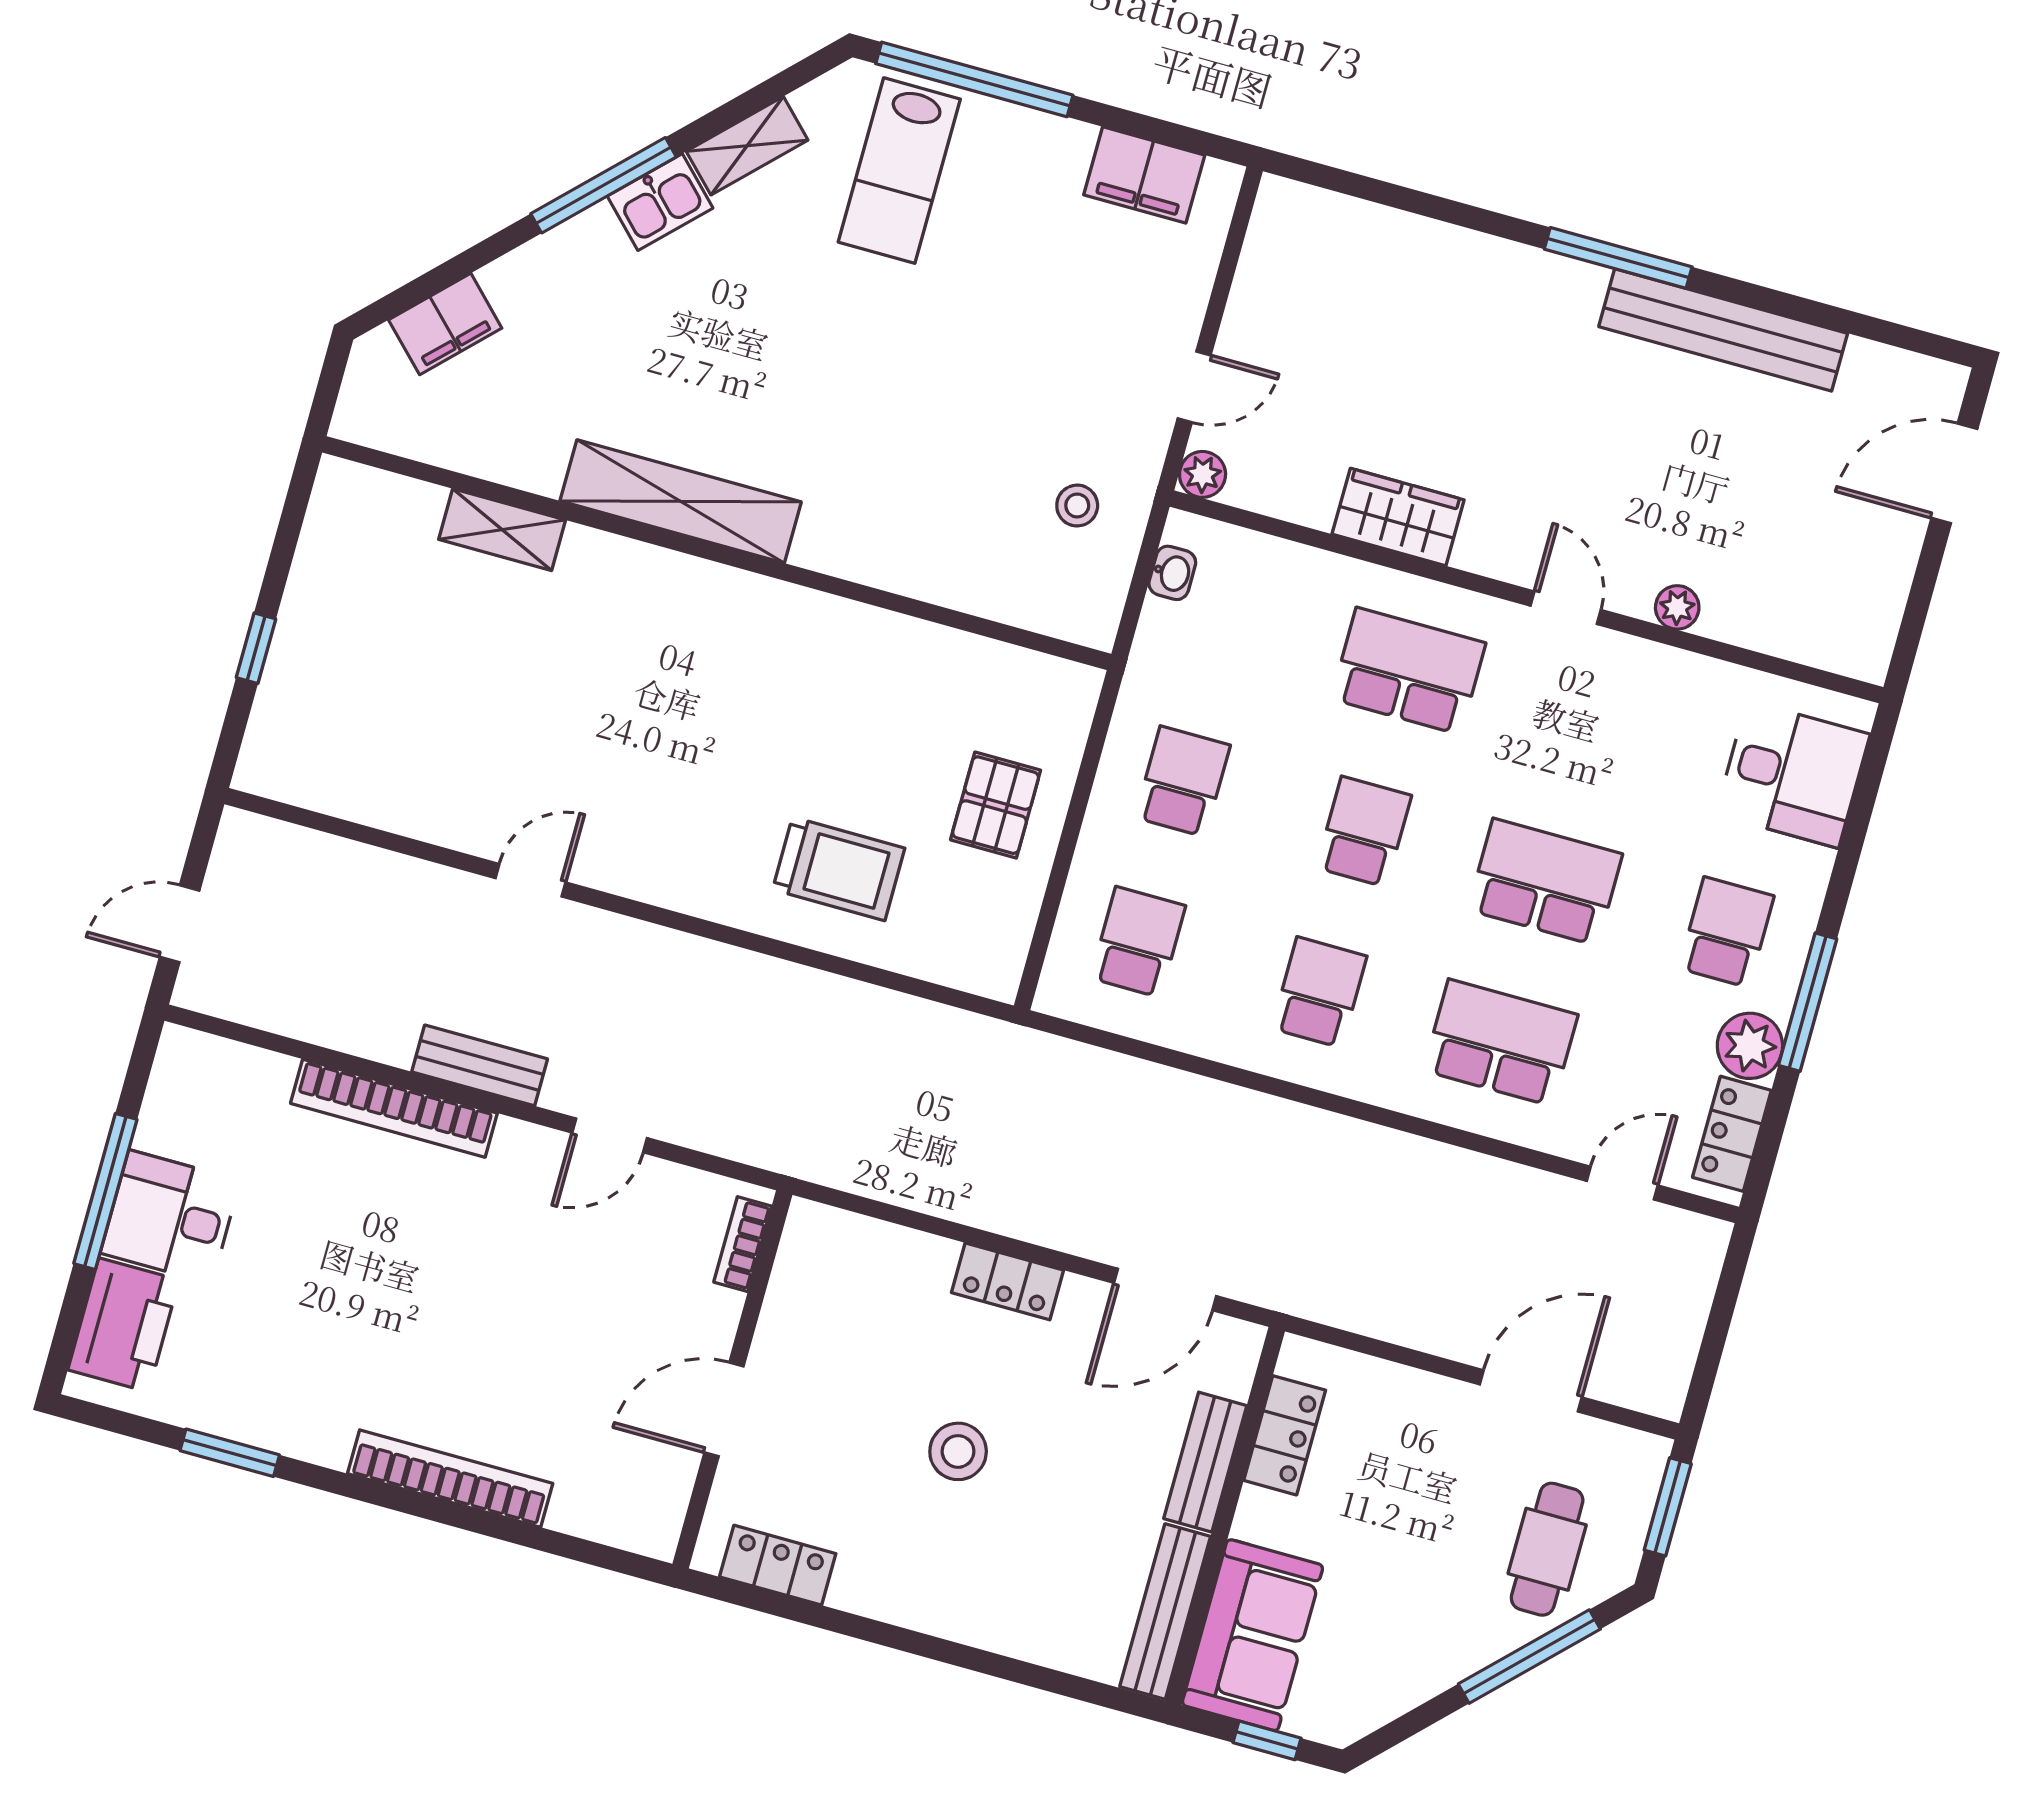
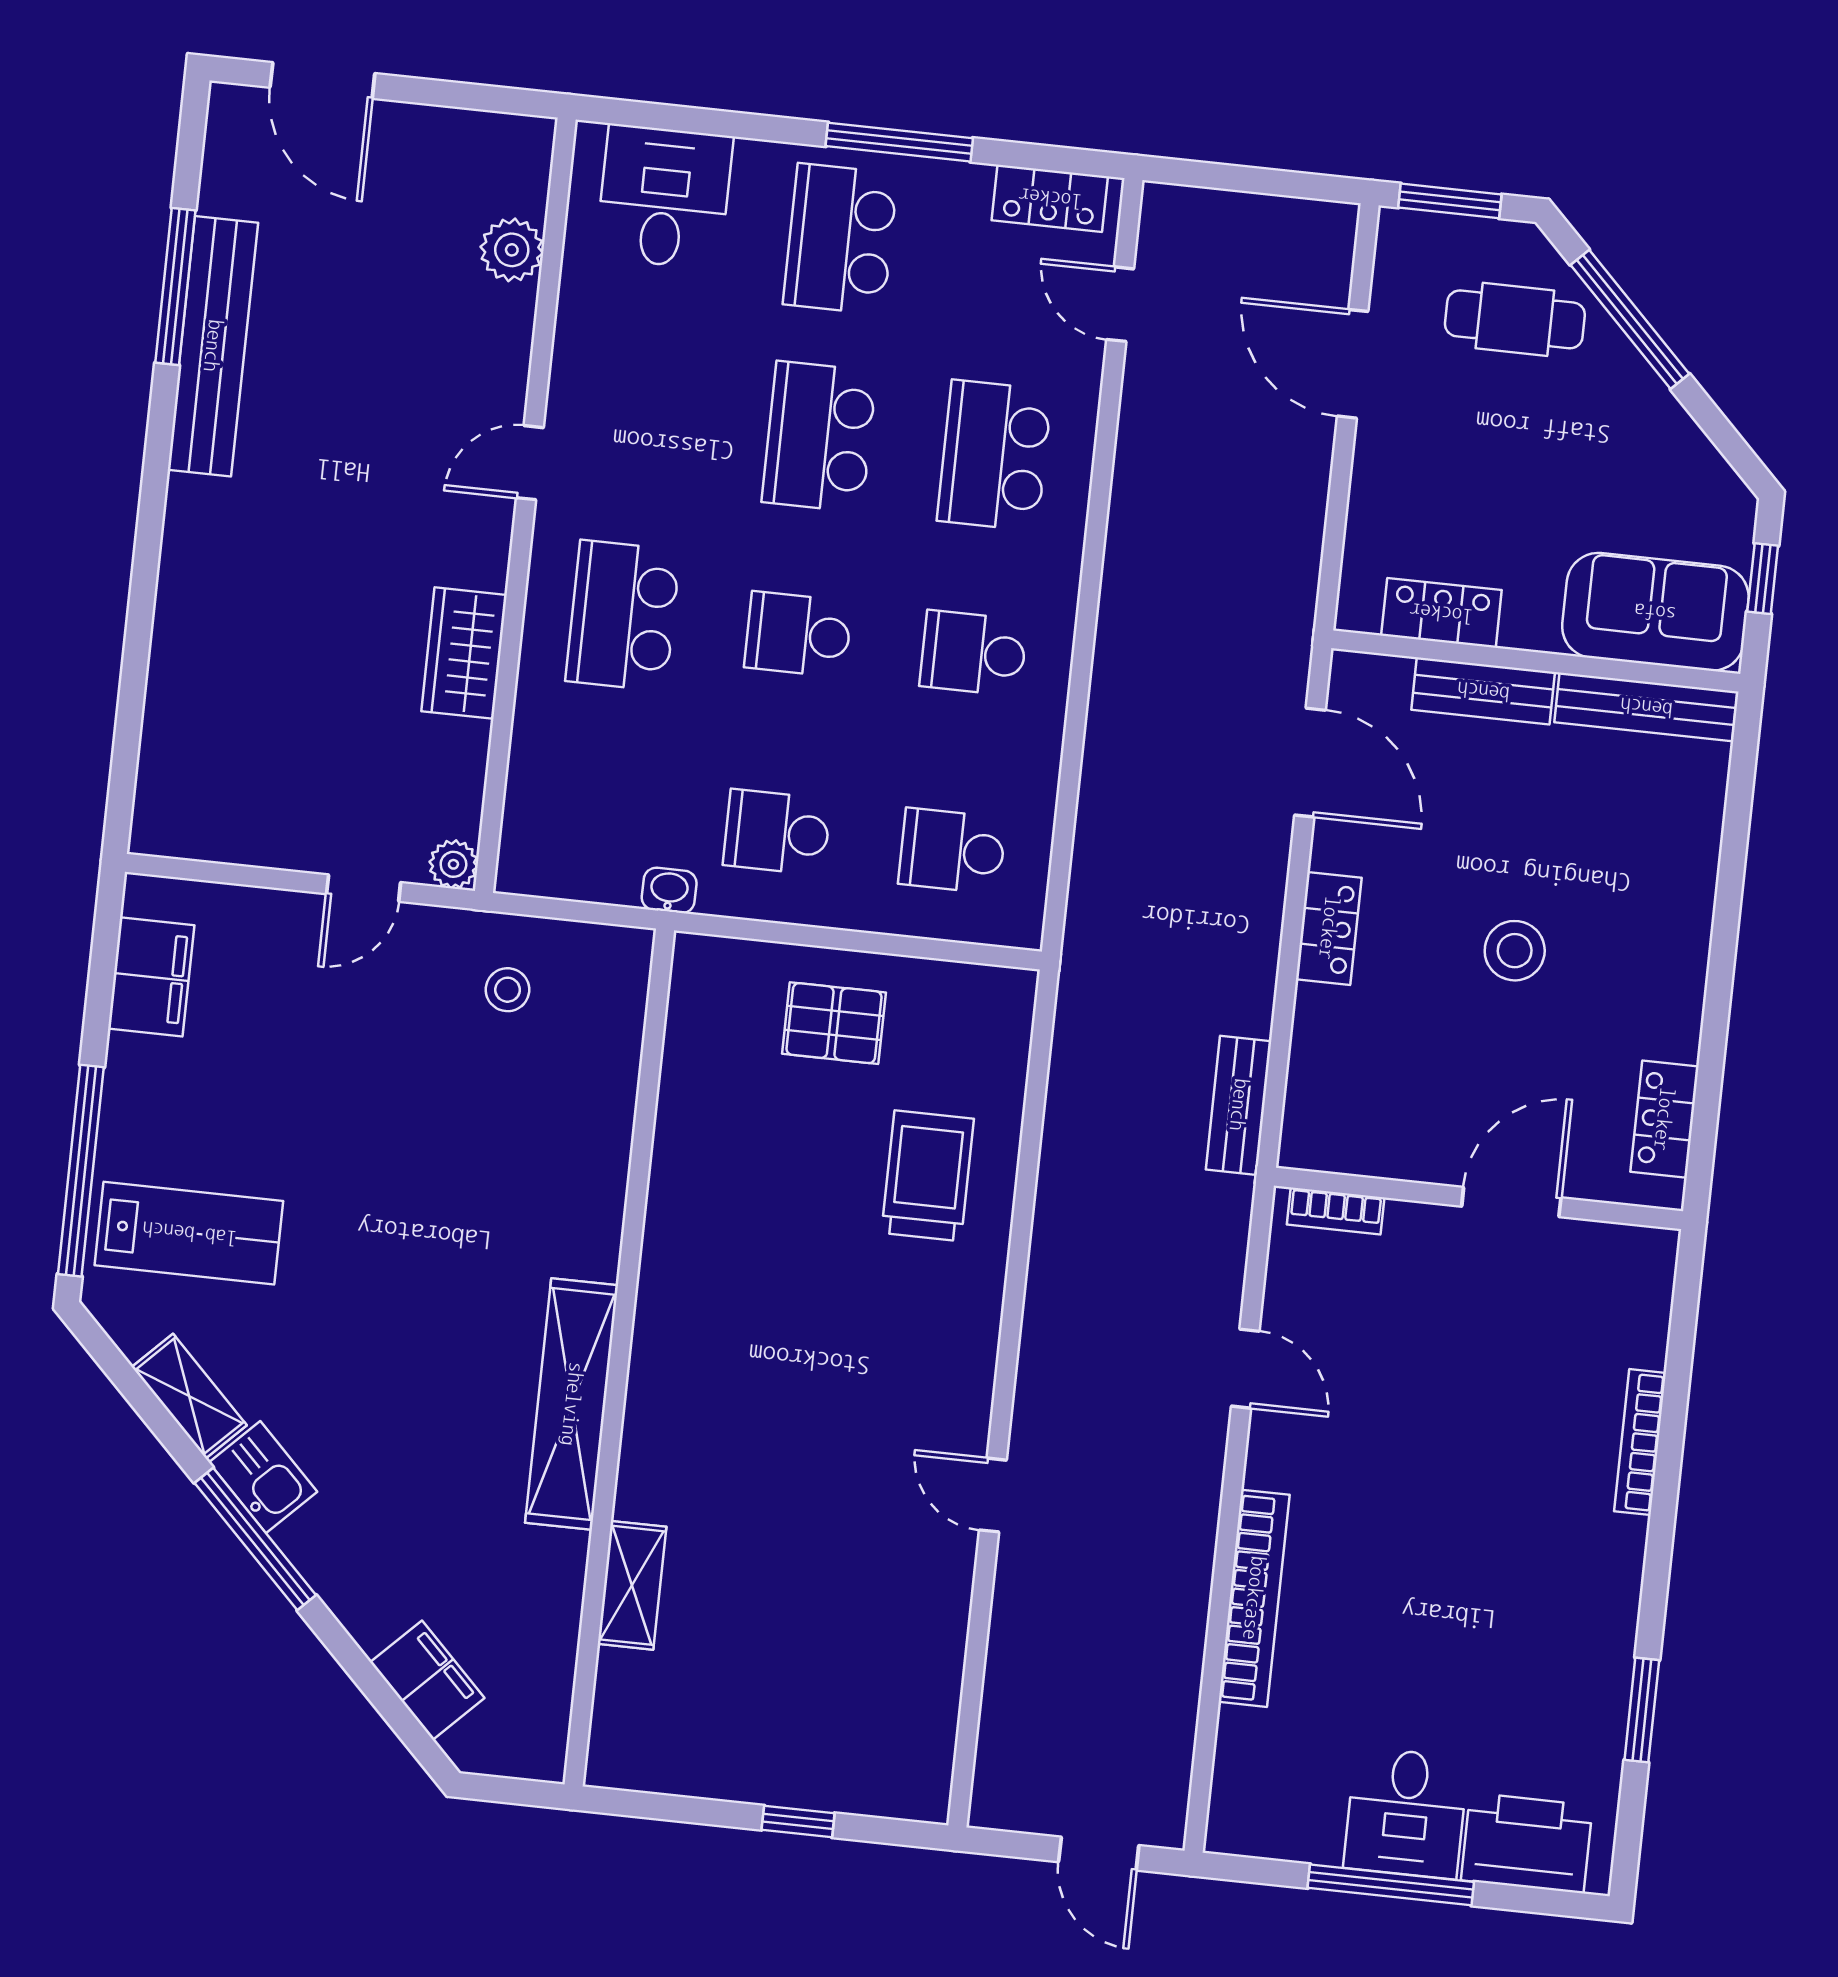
window: (1618, 258) -> (175, 287), moved
door: (1194, 387) -> (364, 888), swing flipped
washbasin: (1172, 573) -> (669, 890), moved
plant: (1677, 607) -> (512, 250), moved, width x1.38, depth x1.38
school desk: (1726, 932) -> (840, 239), width x1.85
plant: (1750, 1046) -> (955, 195), removed
bench: (480, 1065) -> (1239, 1105), moved
door: (724, 1409) -> (1511, 1202), swing flipped
bookcase: (450, 1479) -> (1640, 1442), width x0.68, depth x0.76

